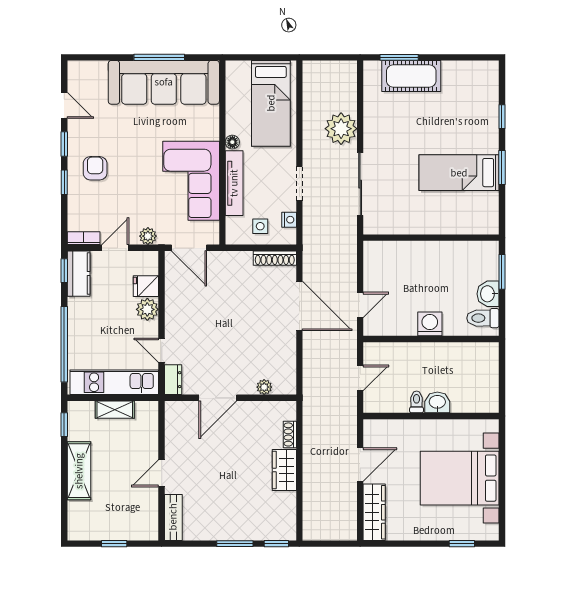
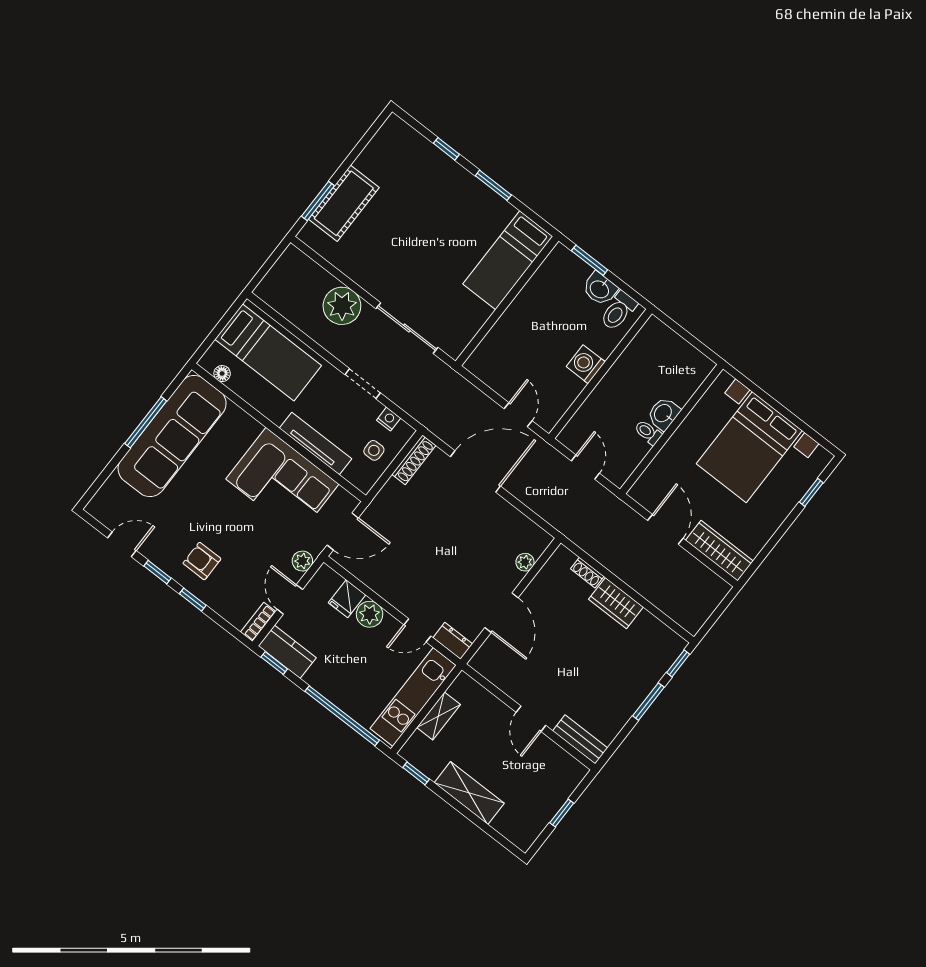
floor lamp: (232, 142) -> (222, 374), moved
bed: (459, 173) -> (508, 260), moved

